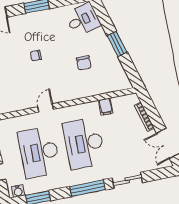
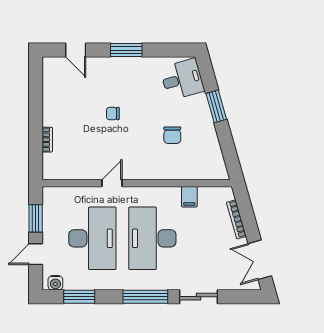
window: (117, 44) -> (216, 106), moved
desk: (39, 152) -> (92, 238), turned 180

